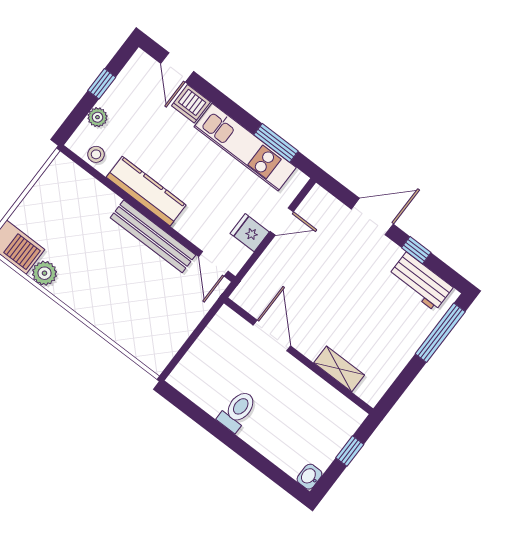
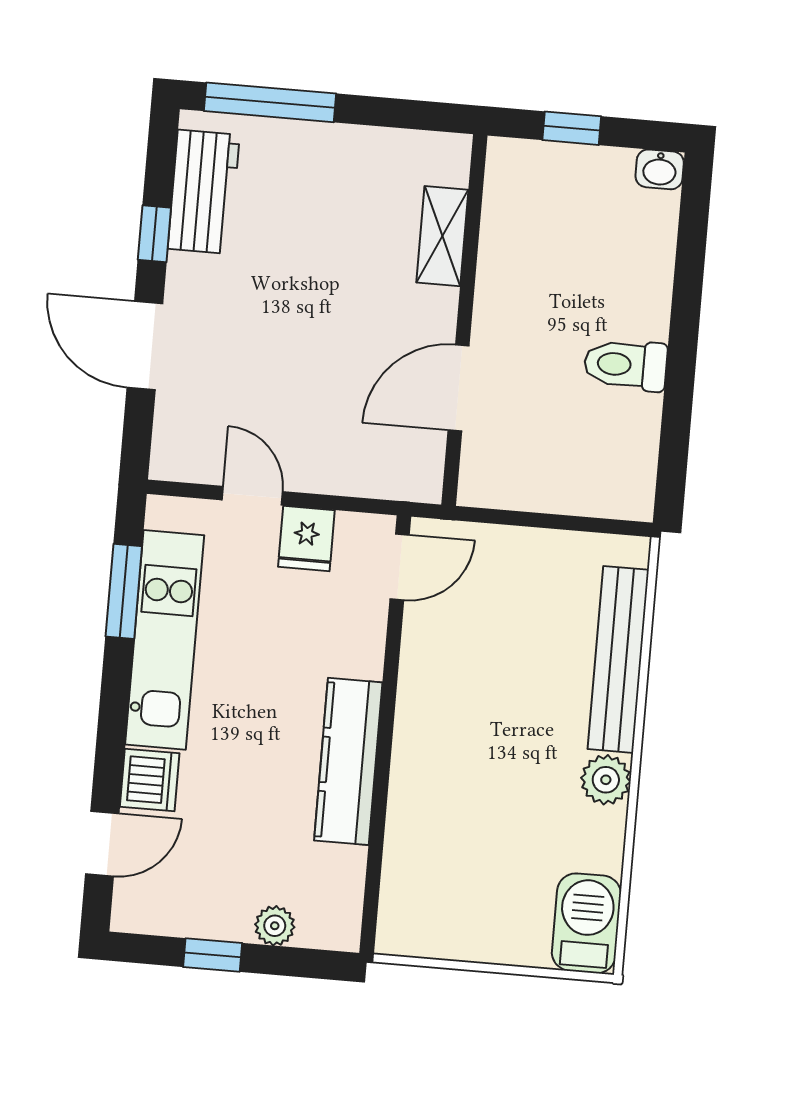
stool: (96, 154) -> (340, 888), removed
bench: (153, 236) -> (618, 659), moved
plant: (44, 273) -> (606, 780), moved

